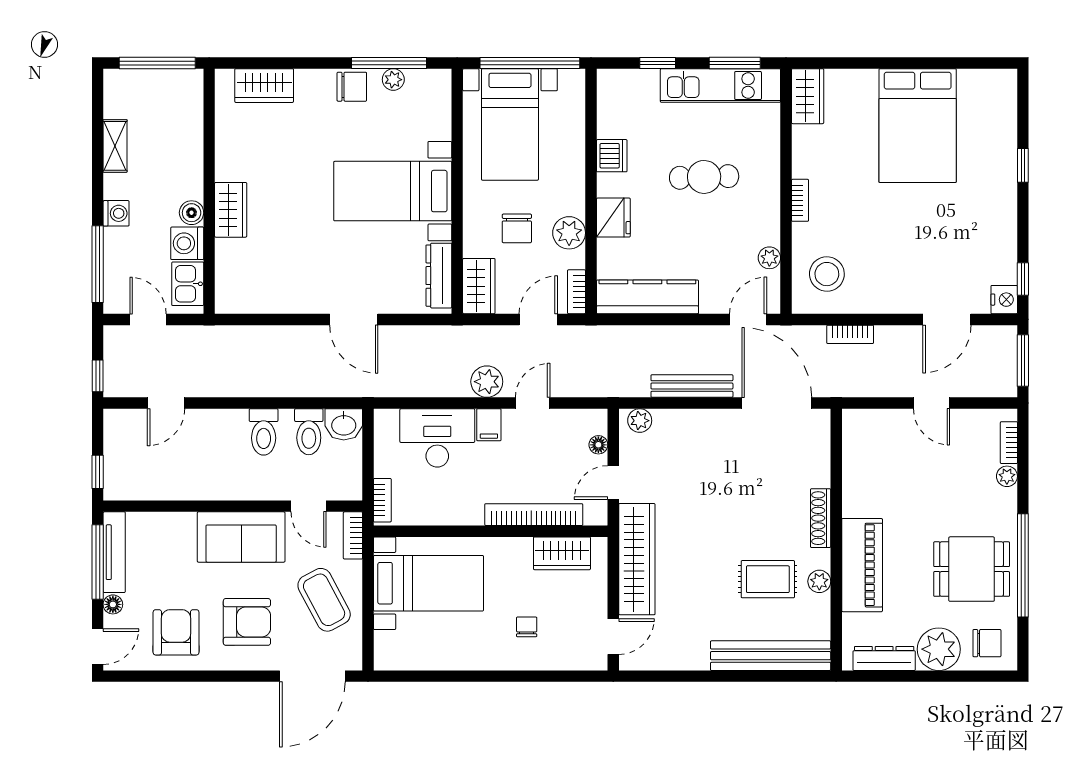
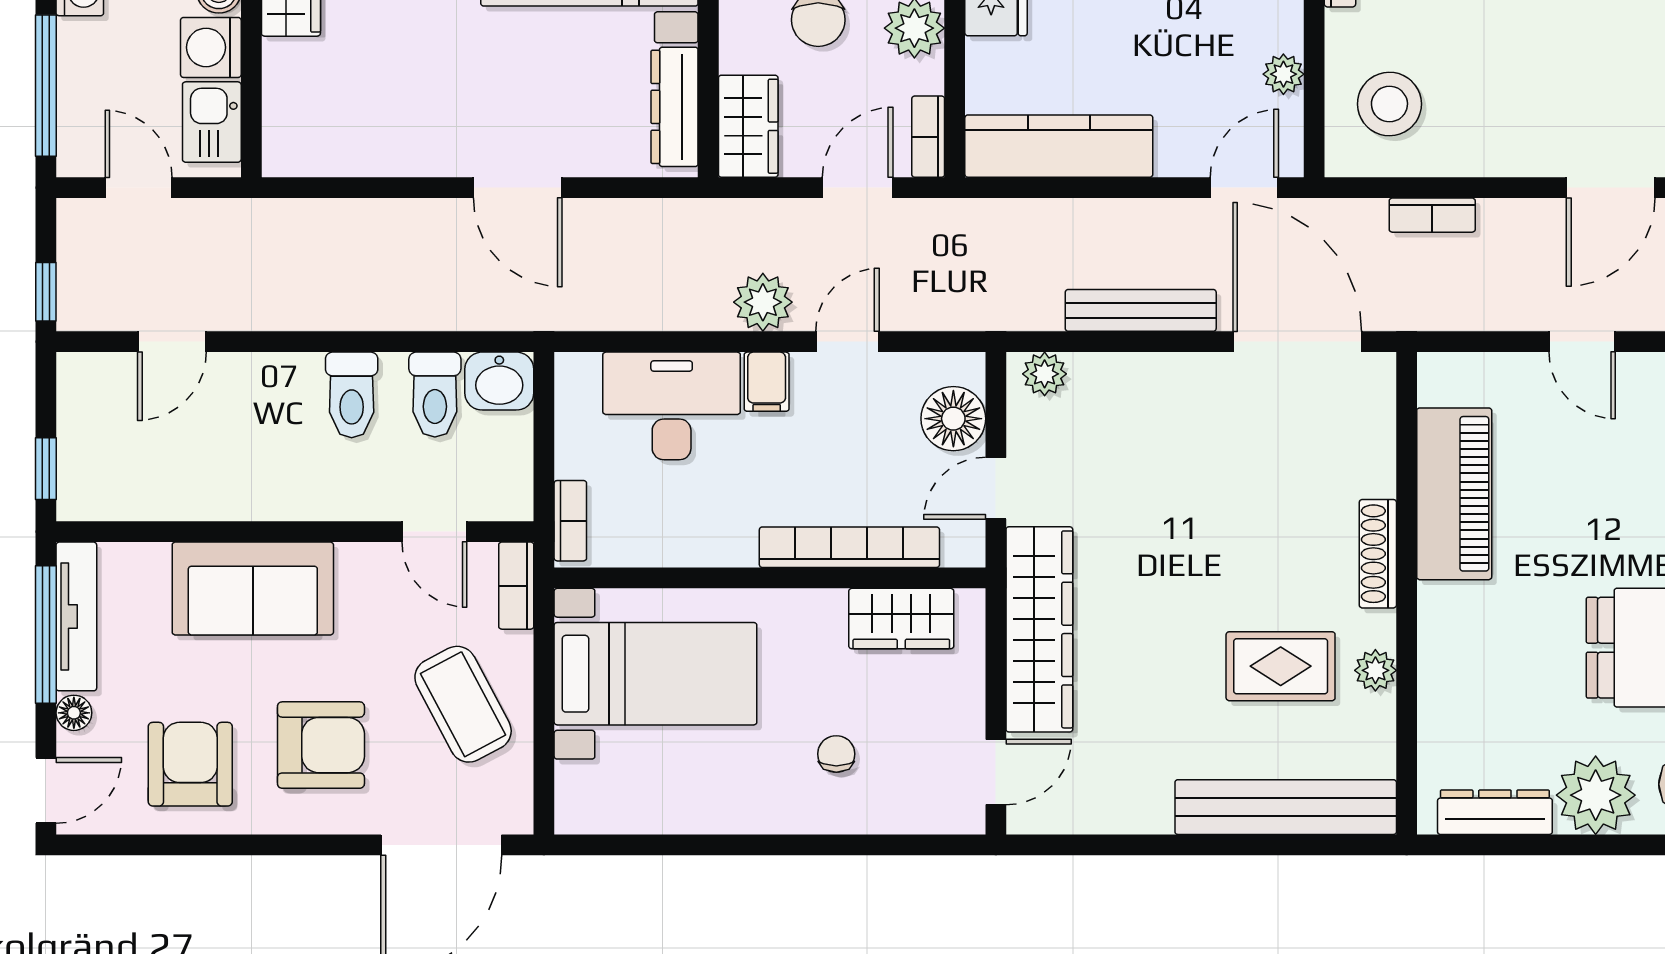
floor lamp: (598, 445) -> (953, 419), width x1.89, depth x1.89
sofa: (241, 537) -> (253, 589), moved
piano: (862, 565) -> (1454, 494), moved

